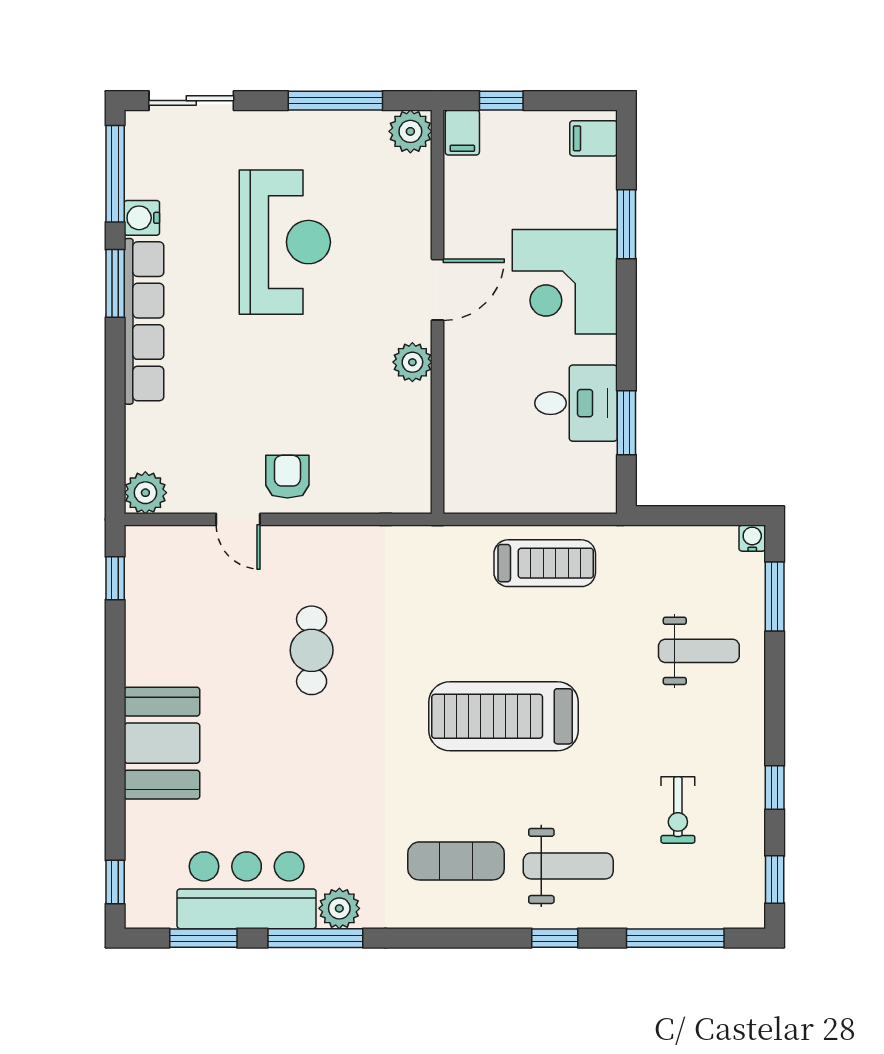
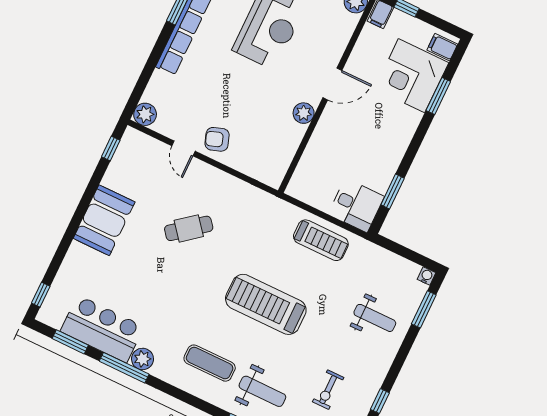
corner desk: (565, 282) -> (412, 76), moved
desk: (576, 403) -> (356, 205), moved
armchair: (287, 477) -> (217, 139), turned -109
cafe table: (312, 650) -> (189, 228), turned 51
booth: (162, 743) -> (104, 220), moved

